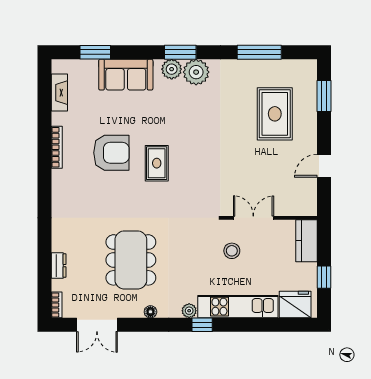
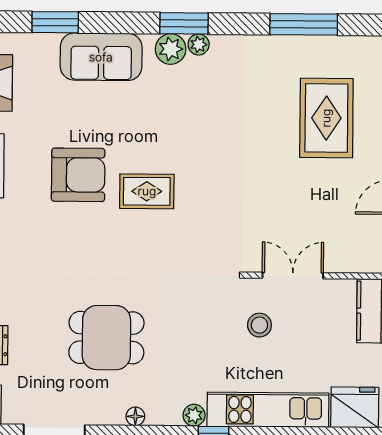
plant: (196, 72) -> (199, 44), width x0.53, depth x0.53
rug: (157, 163) -> (147, 191), turned 90
dining table: (131, 260) -> (106, 338), width x0.73

